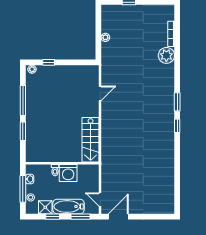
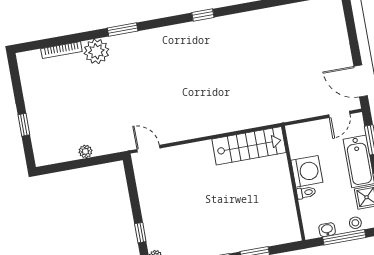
door: (100, 93) -> (148, 149), moved
window: (177, 102) -> (123, 29), moved

